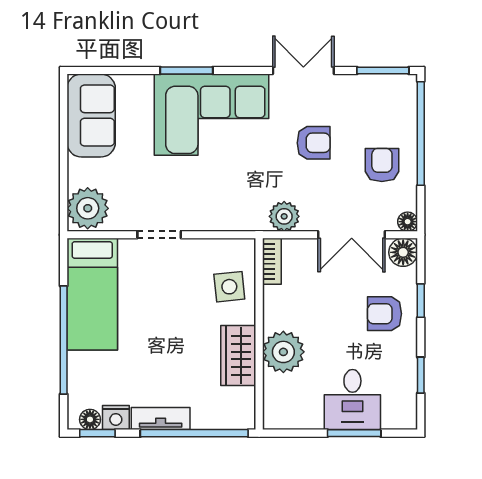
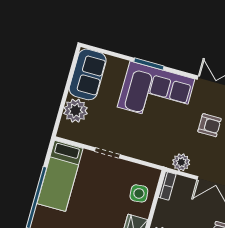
plant: (88, 208) -> (76, 111), moved

